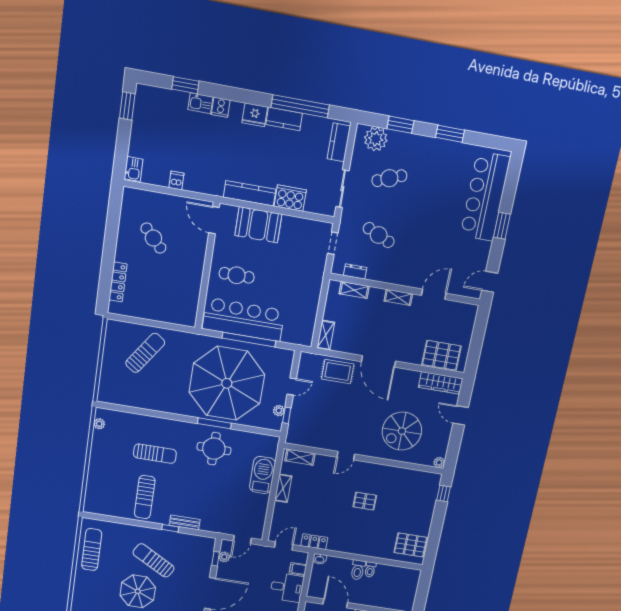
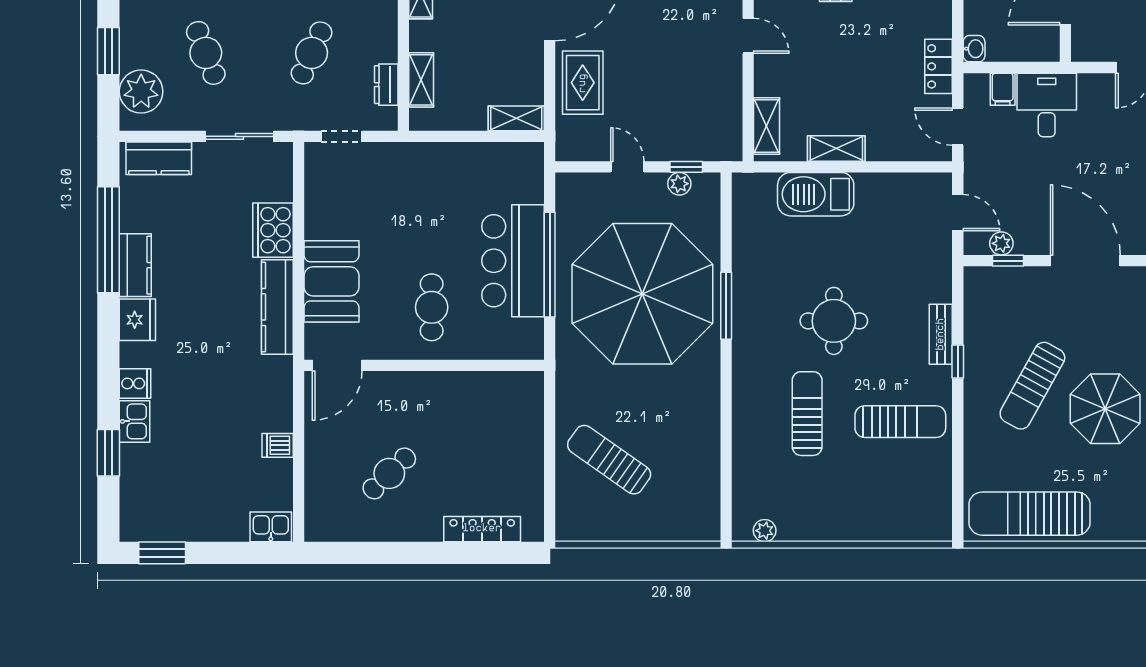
bar counter: (243, 320) -> (513, 261), width x0.73
round table: (214, 449) -> (834, 321), moved
sun lounger: (92, 550) -> (1030, 514), width x1.36, depth x1.34

